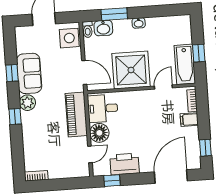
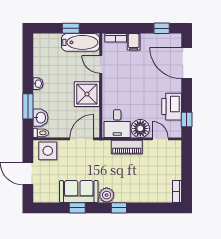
shower: (131, 70) -> (87, 94), width x0.73, depth x0.73
piano: (76, 114) -> (127, 147), width x0.73, depth x0.75

